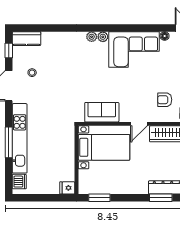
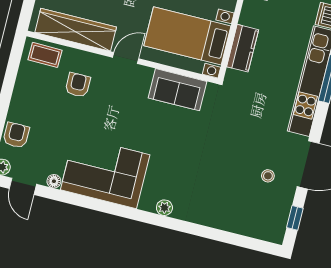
plant: (103, 37) -> (148, 203), removed
kitchen counter: (26, 39) -> (243, 48), moved, turned 90
armchair: (165, 100) -> (78, 85), turned -90

